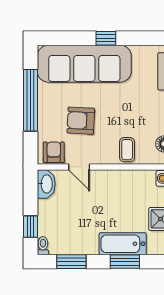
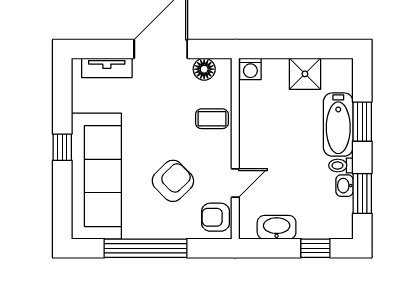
armchair: (81, 121) -> (173, 181), turned -137
washbasin: (46, 184) -> (277, 227), moved
toilet: (43, 246) -> (341, 165), moved
washbasin: (77, 248) -> (344, 186), added

